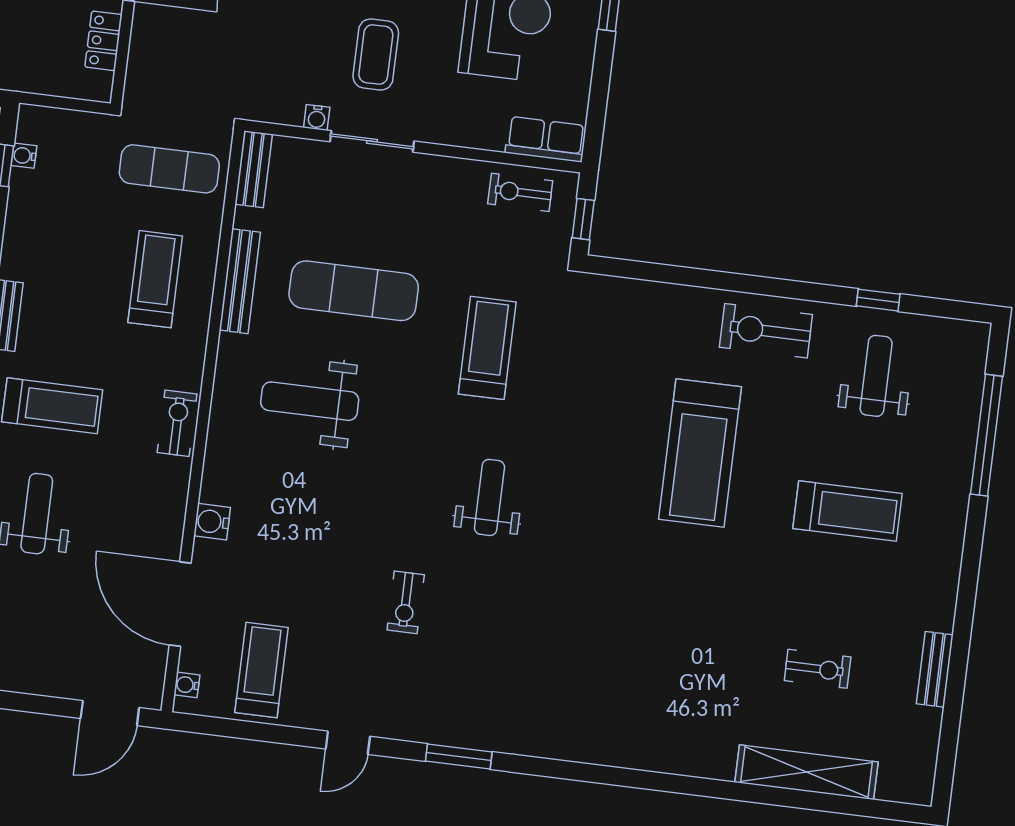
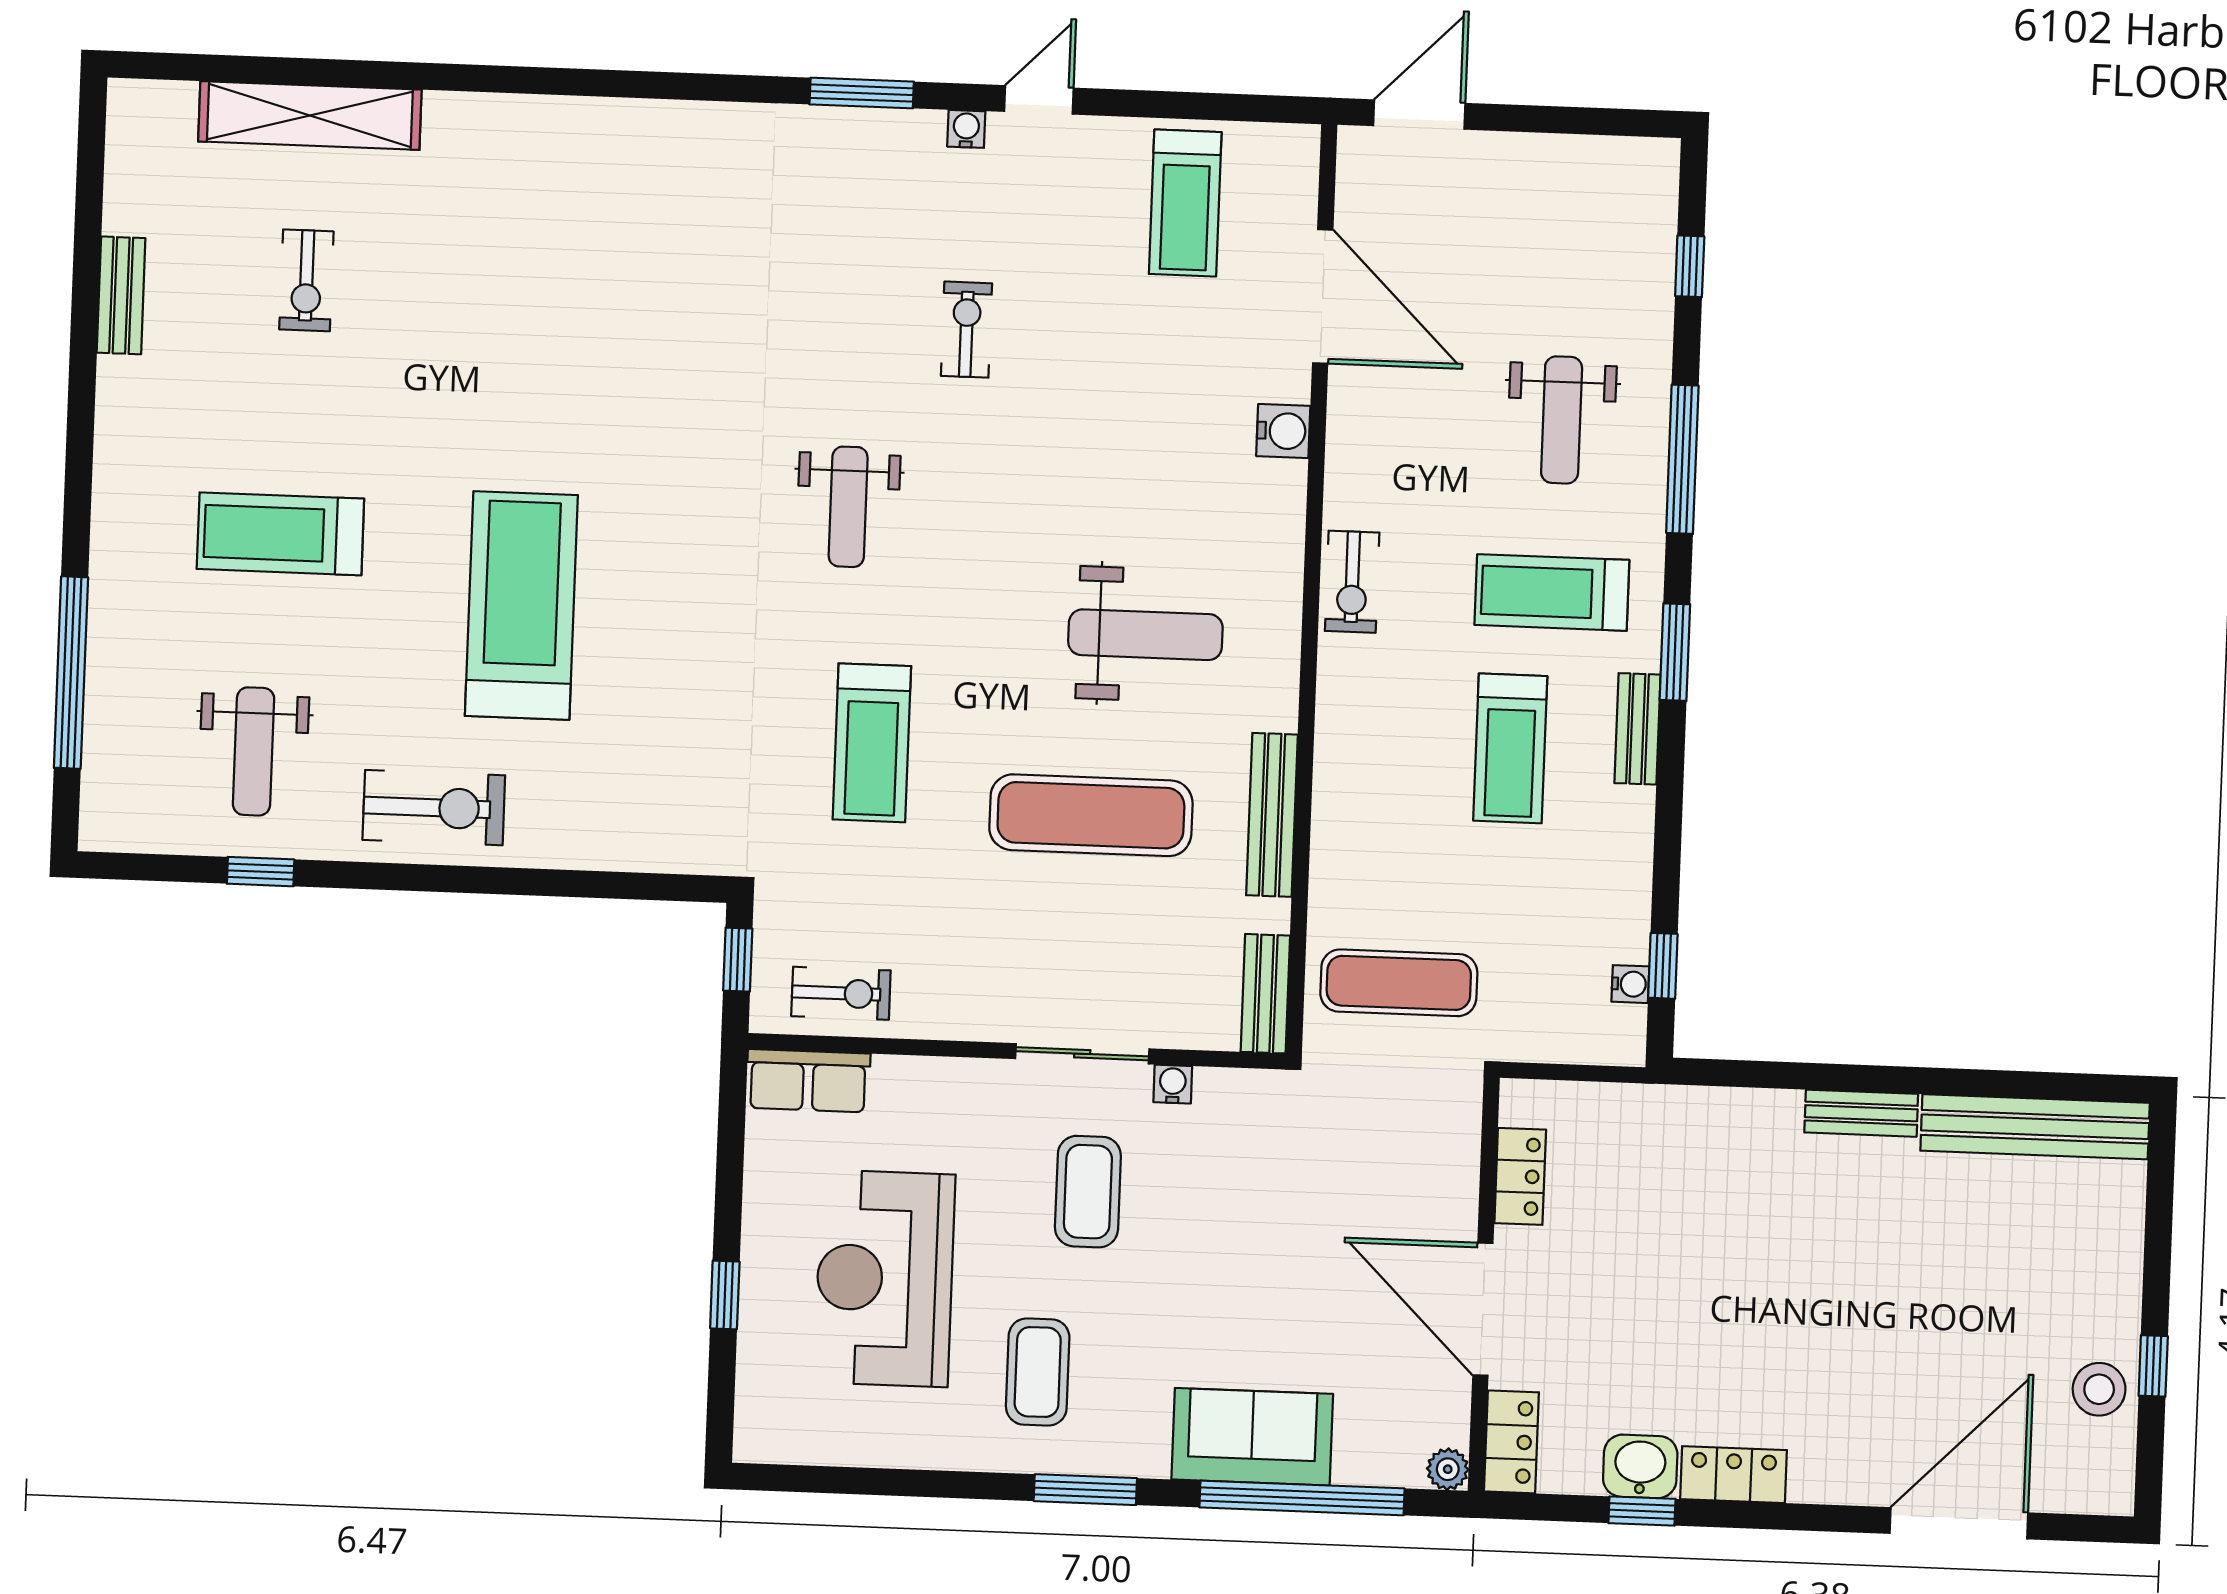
treadmill: (155, 279) -> (1510, 748), moved
exercise bike: (818, 669) -> (306, 280), turned -90
water cooler: (187, 685) -> (966, 129), moved, turned -90

